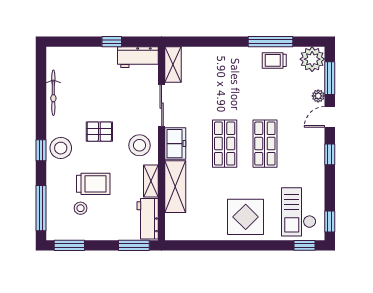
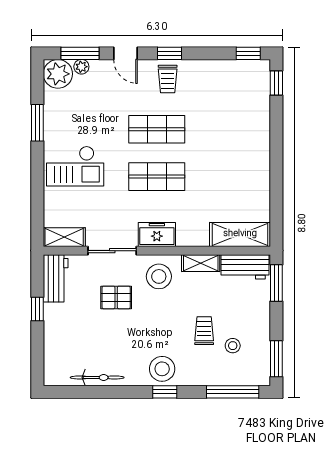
window: (271, 42) -> (37, 123), width x0.69
trolley: (274, 60) -> (168, 79), moved
plant: (318, 96) -> (81, 67), moved
pallet: (99, 132) -> (116, 297), moved, turned 90
trolley: (93, 184) -> (204, 331), width x0.73, depth x0.72
shelving: (175, 187) -> (240, 234), moved
checkout: (299, 212) -> (75, 166), moved
display table: (246, 217) -> (243, 152), removed

